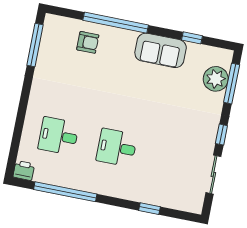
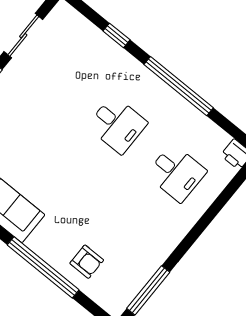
armchair: (88, 42) -> (87, 262), turned 180
window: (65, 192) -> (179, 86), moved

